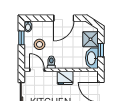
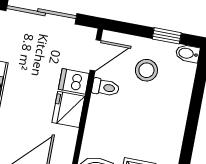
door: (64, 18) -> (191, 130), removed
dishwasher: (51, 78) -> (74, 81), added

